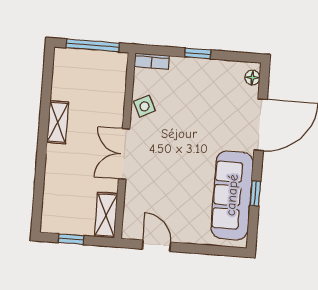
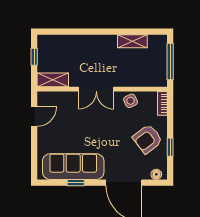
window: (198, 53) -> (170, 147), moved
armchair: (201, 86) -> (148, 139), added
shelving: (58, 122) -> (132, 41), moved
double door: (124, 154) -> (96, 89), swing flipped

